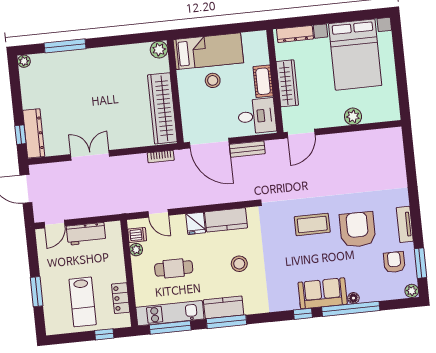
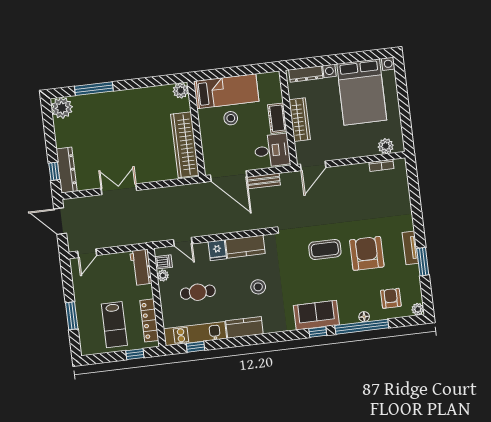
plant: (24, 61) -> (62, 108), width x1.88, depth x1.88
plant: (353, 116) -> (386, 146), moved
bookcase: (161, 157) -> (381, 165), moved
workbench: (86, 234) -> (141, 267), moved, turned 90
armchair: (394, 262) -> (391, 298), moved
window: (420, 263) -> (423, 262), moved
sofa: (323, 293) -> (316, 315), moved
locker: (121, 298) -> (149, 320), width x1.53
window: (226, 322) -> (247, 341), removed
window: (170, 327) -> (196, 347), width x0.46

